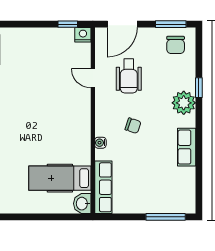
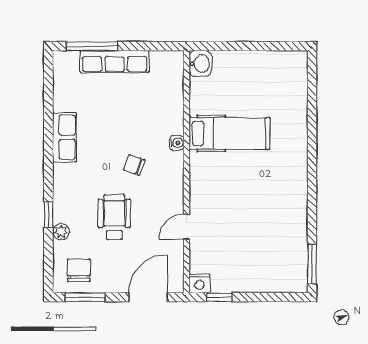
wheelchair: (129, 76) -> (114, 217), moved
door: (93, 78) -> (187, 227), swing flipped
plant: (184, 103) -> (61, 232), moved, width x0.53, depth x0.53
hospital bed: (60, 178) -> (229, 133), moved
row of seats: (103, 187) -> (115, 61), moved, turned -90

